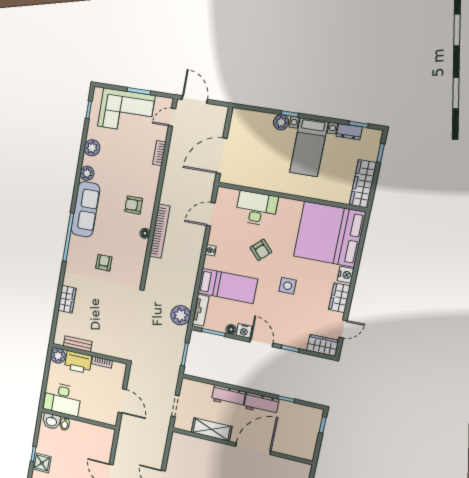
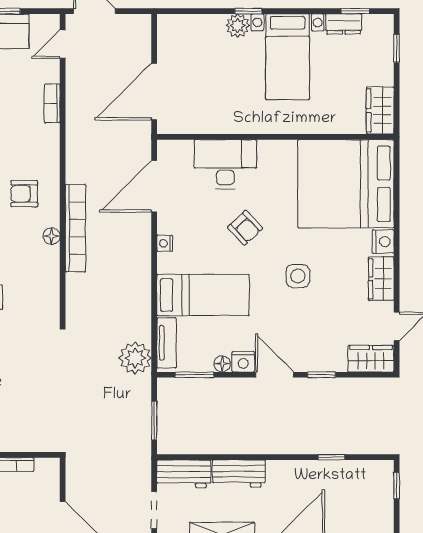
wardrobe: (363, 184) -> (380, 111), width x0.67
door: (211, 214) -> (154, 186), width x1.36
workbench: (261, 404) -> (184, 474), moved

